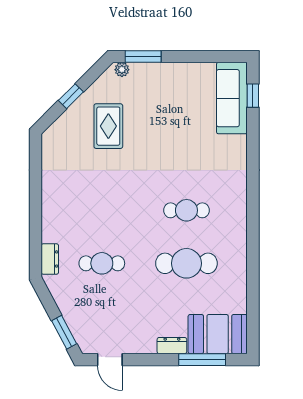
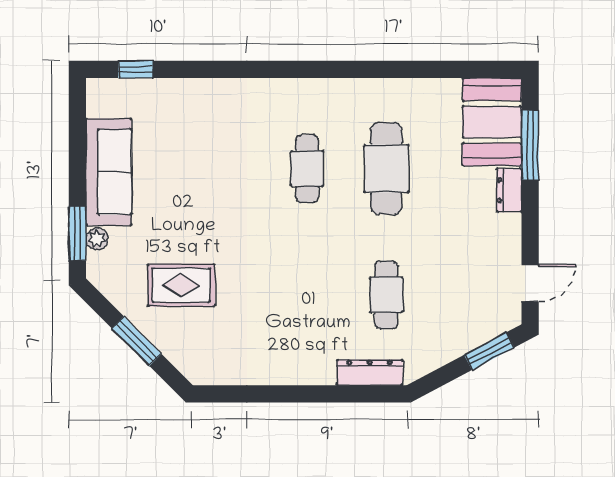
plant: (122, 70) -> (97, 239), moved
window: (71, 96) -> (137, 341), width x1.50
sofa: (232, 98) -> (109, 172), moved, turned -90
dresser: (50, 259) -> (370, 373), width x1.44

